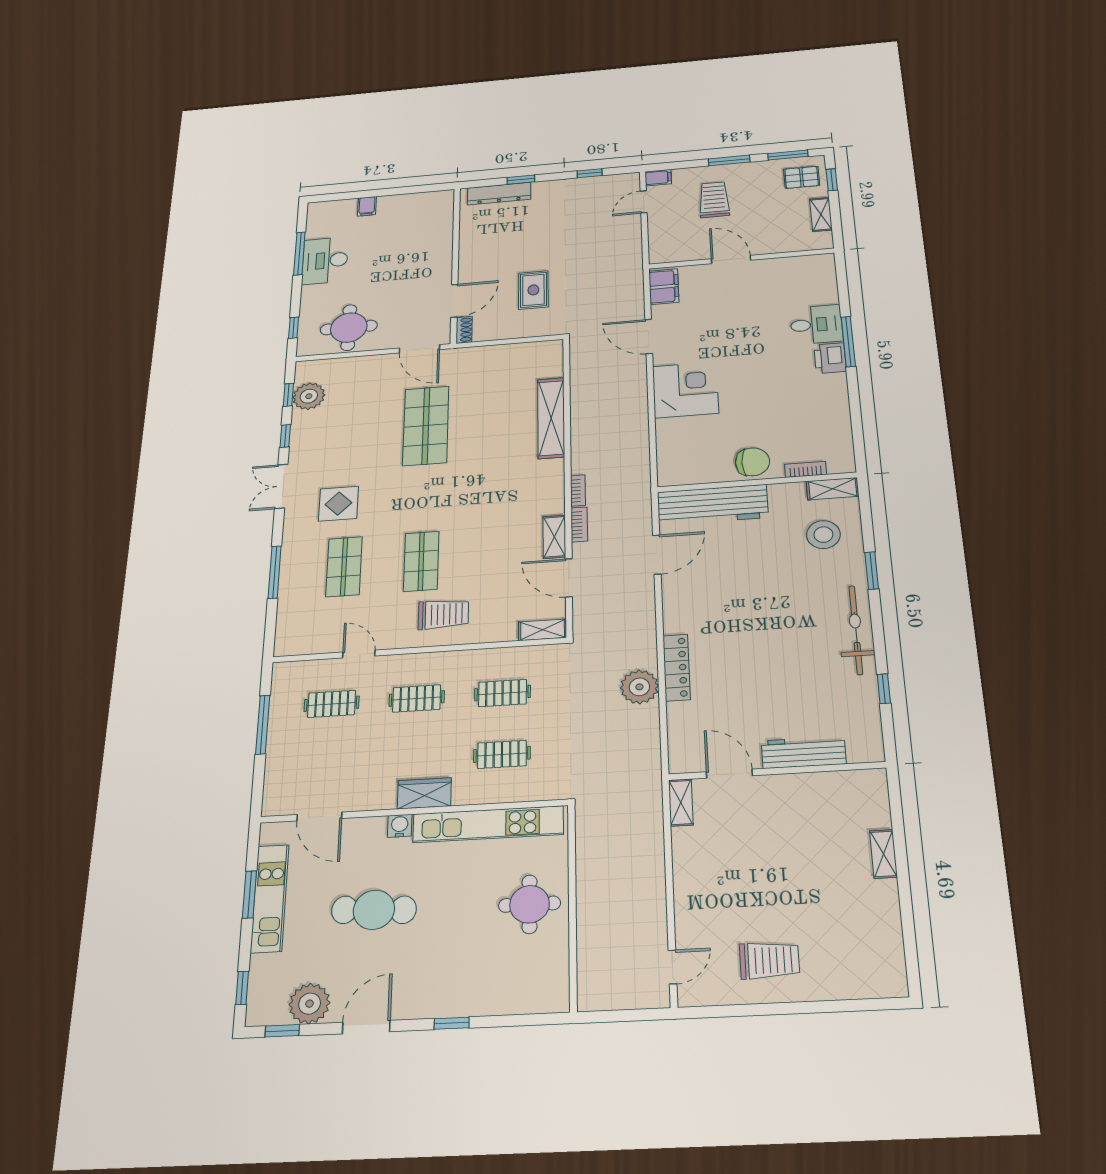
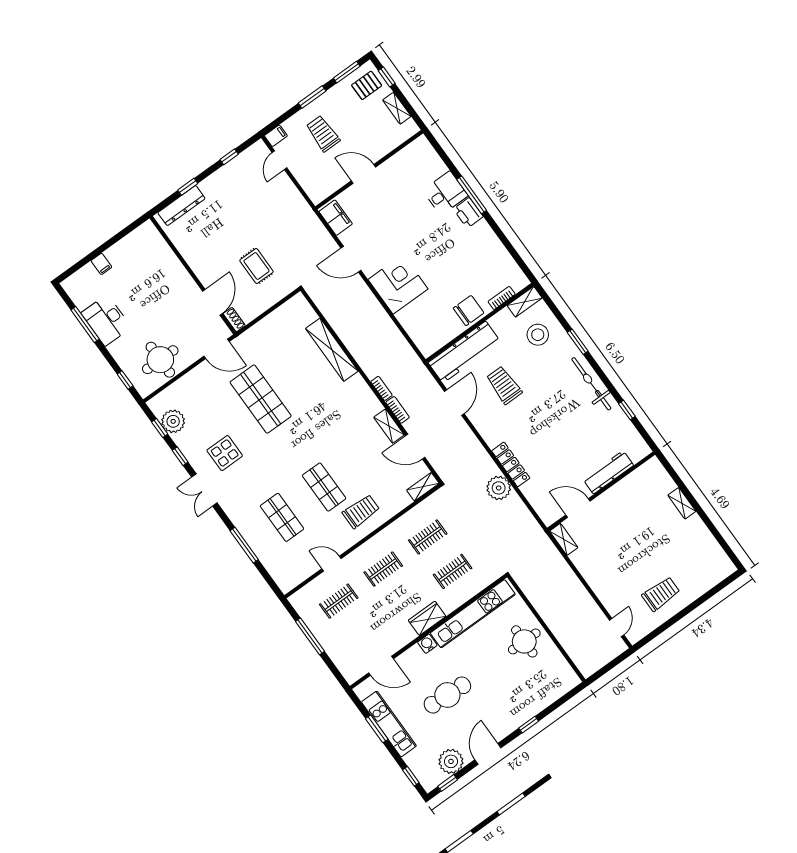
display table: (338, 504) -> (225, 453), moved
trolley: (736, 569) -> (504, 385), added

